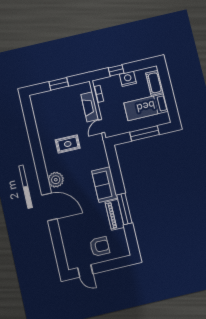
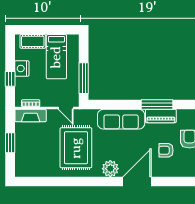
fireplace: (90, 107) -> (31, 116), moved
window: (145, 133) -> (84, 78), moved
rug: (68, 144) -> (76, 148), width x1.86, depth x2.06
sofa: (104, 185) -> (121, 119), width x1.36
armchair: (84, 227) -> (166, 150), added

